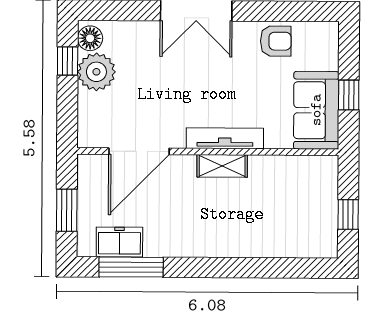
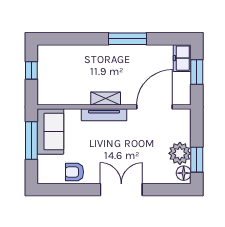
window: (68, 61) -> (197, 160), width x1.50
window: (349, 95) -> (31, 141), width x2.17
freezer: (119, 242) -> (182, 58), moved, turned 90
window: (131, 267) -> (128, 39), moved

